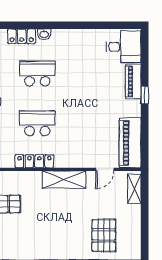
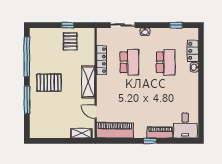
pallet: (104, 235) -> (49, 83), moved

